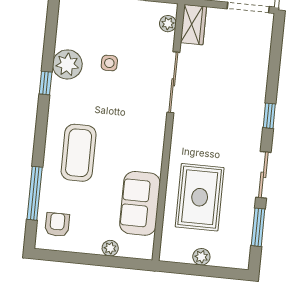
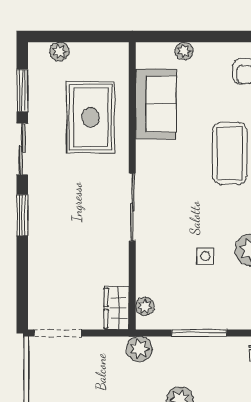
sliding door: (173, 82) -> (132, 207), moved
window: (269, 116) -> (22, 215), width x1.50
plant: (201, 257) -> (59, 52), moved

